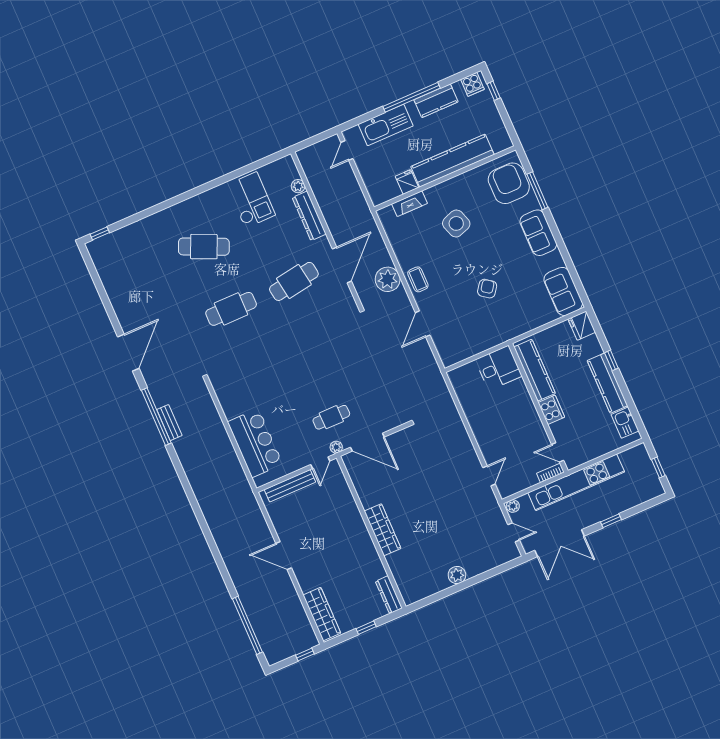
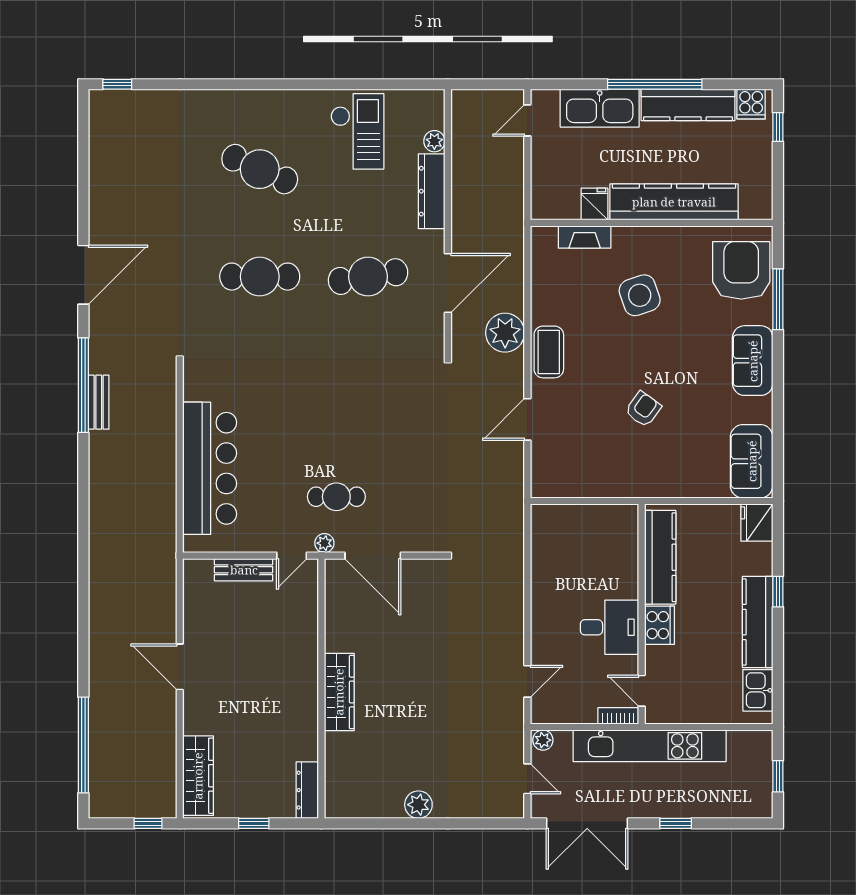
kitchen counter: (436, 101) -> (688, 105), width x1.50
coffee table: (418, 279) -> (549, 352), width x1.36, depth x1.30
desk: (498, 368) -> (610, 627), moved
bar counter: (255, 443) -> (210, 468), width x1.36
bench: (290, 486) -> (244, 570), width x0.73

